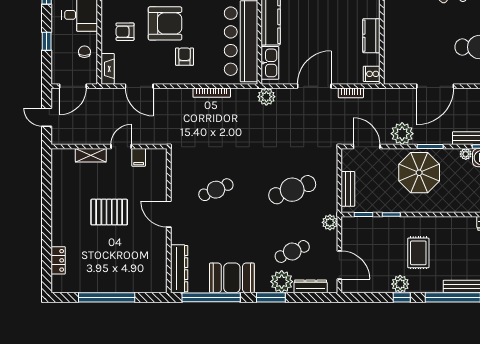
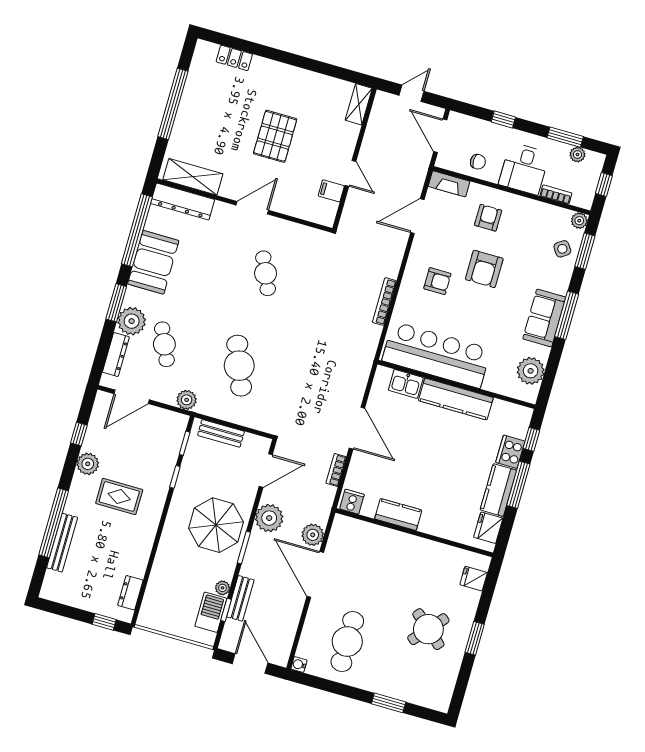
armchair: (165, 23) -> (484, 269), width x0.73, depth x0.73
kitchen sink: (270, 63) -> (406, 384), width x0.73
plant: (266, 97) -> (313, 535), moved
shelving: (91, 155) -> (359, 104), moved
shelving: (158, 266) -> (193, 177), added
window: (402, 297) -> (79, 434), moved

